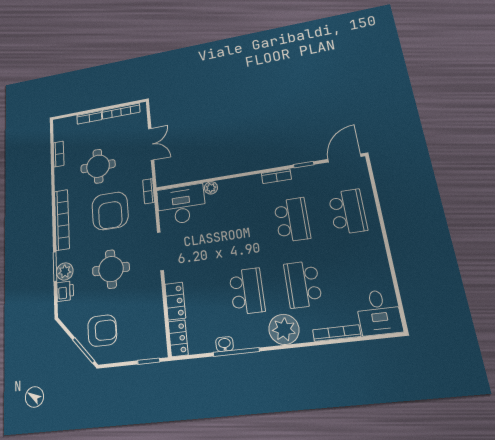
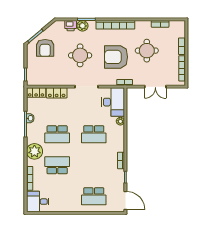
school desk: (292, 220) -> (94, 134), moved

